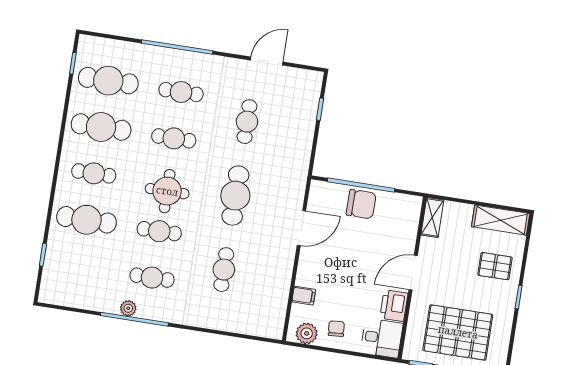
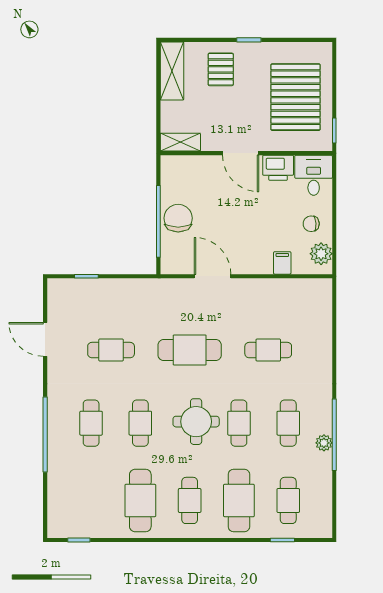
cafe table: (108, 81) -> (288, 500), moved, width x0.73, depth x0.74

